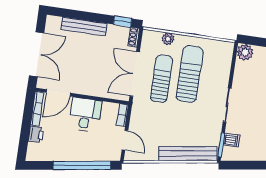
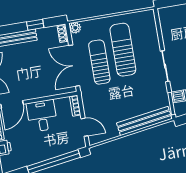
window: (123, 22) -> (35, 25), moved
plant: (168, 39) -> (75, 28), moved
plant: (245, 52) -> (166, 15), removed

